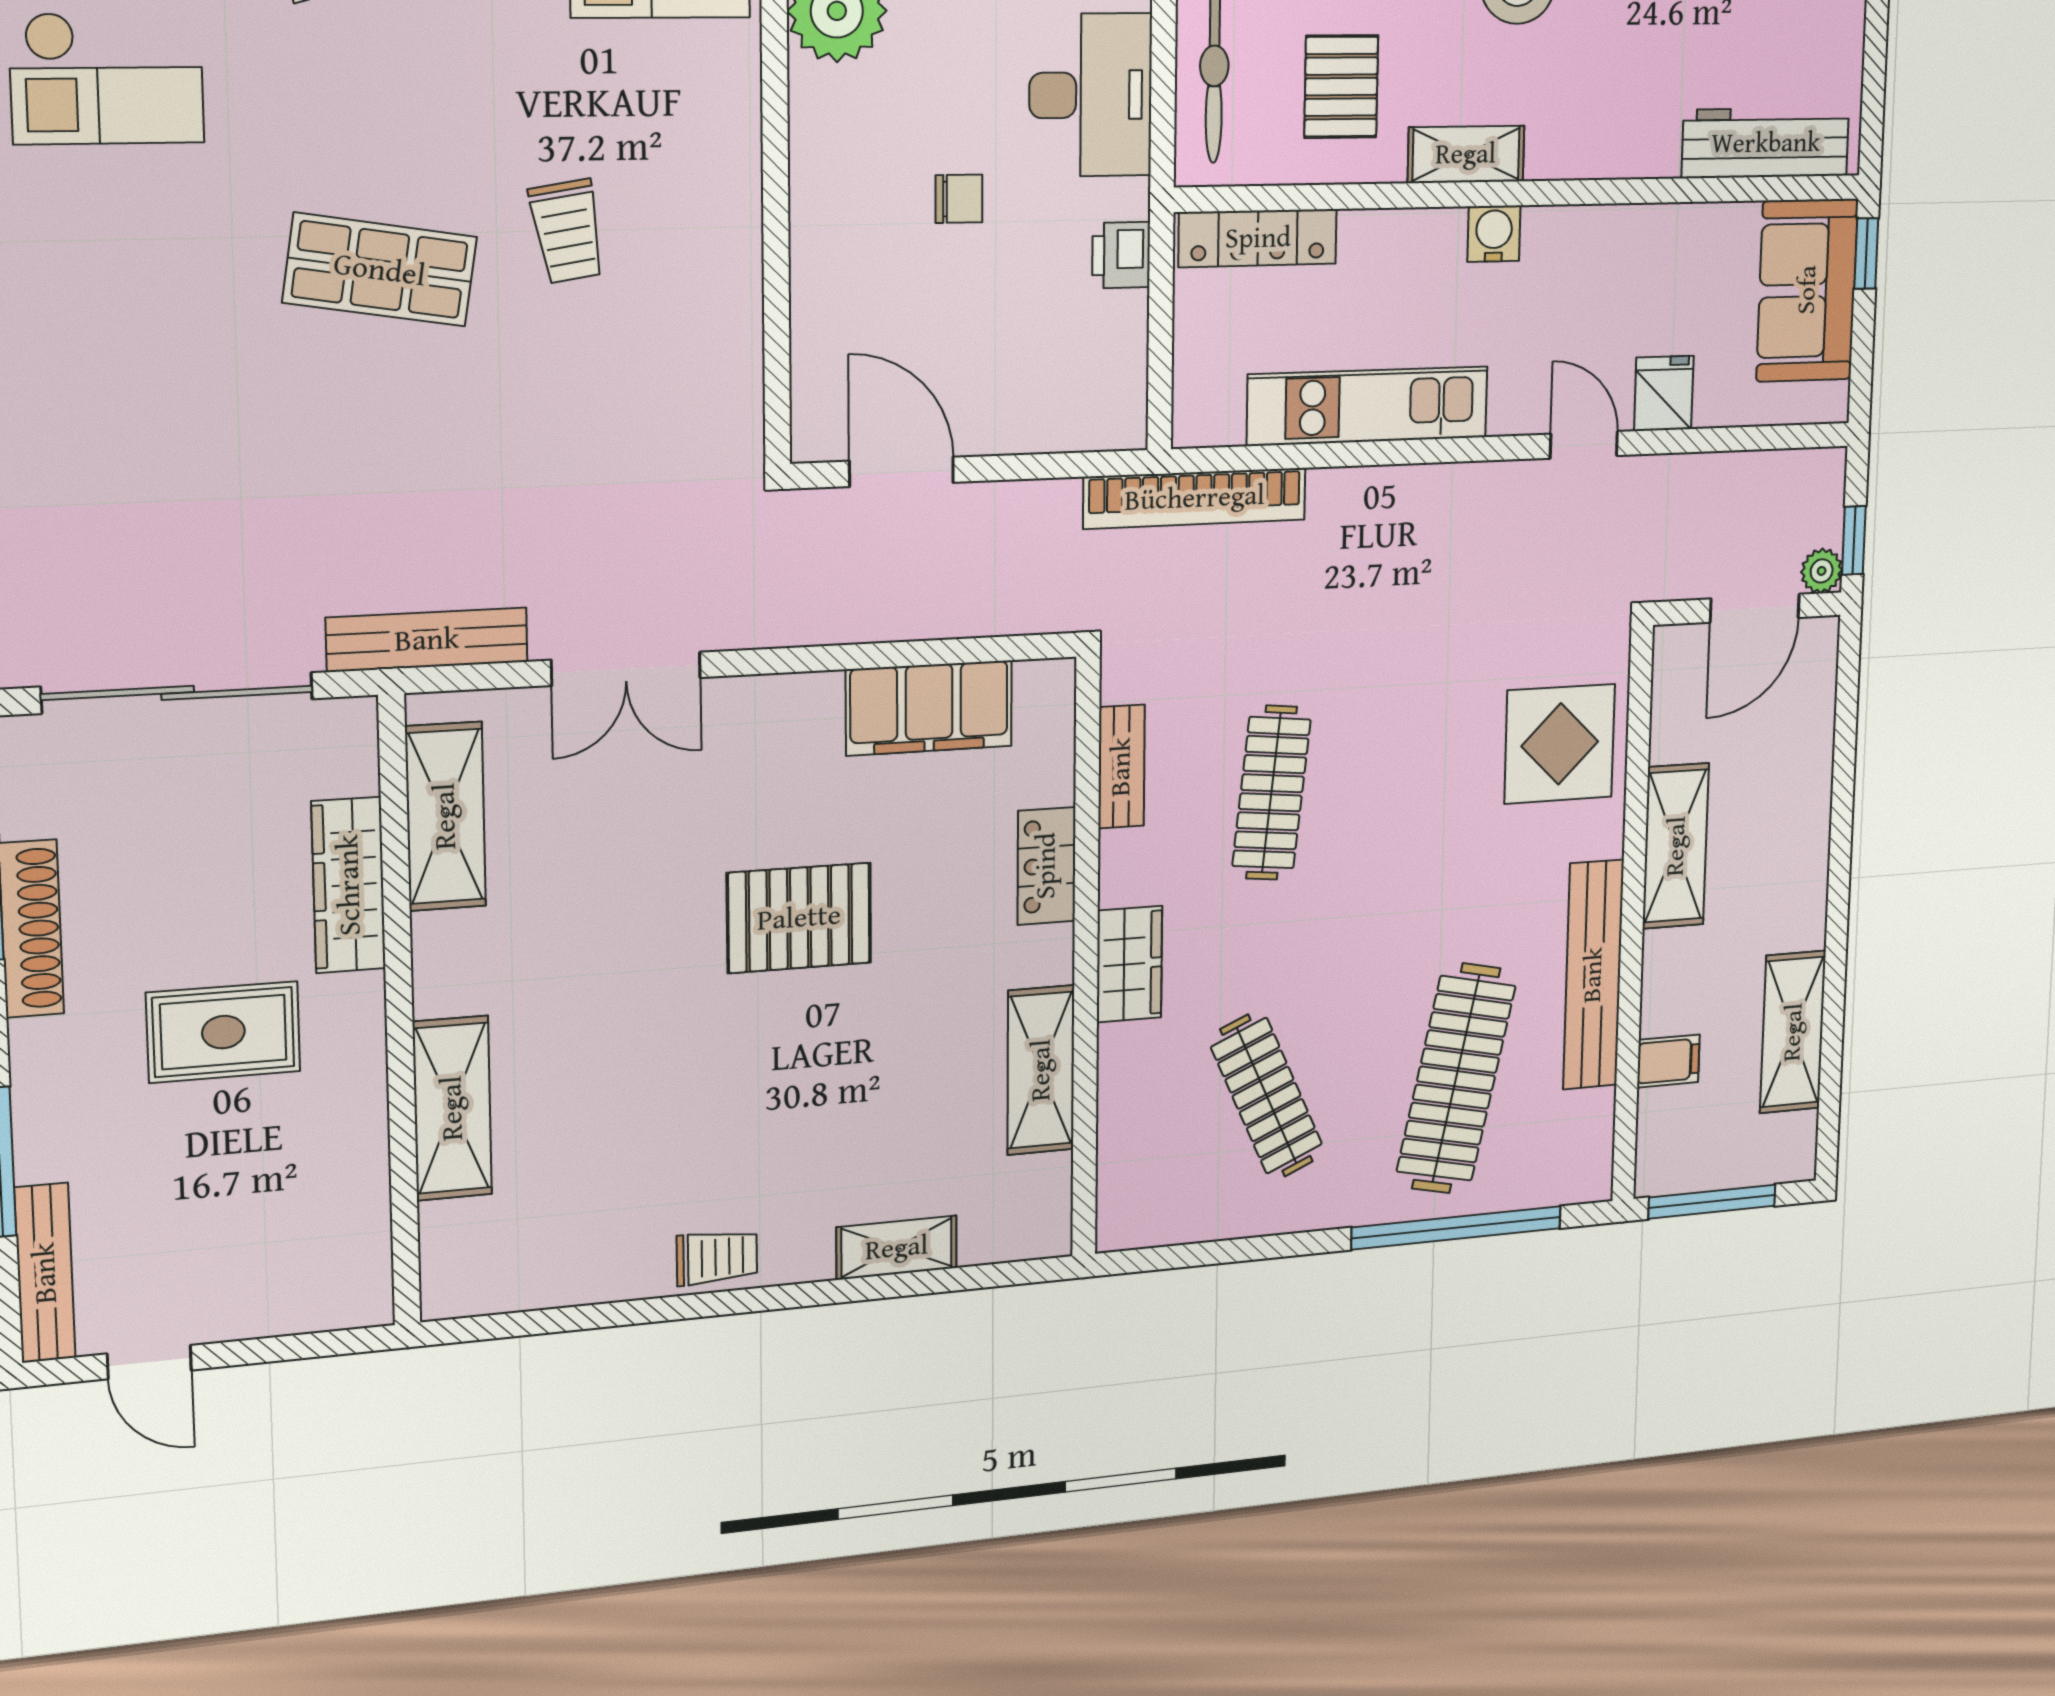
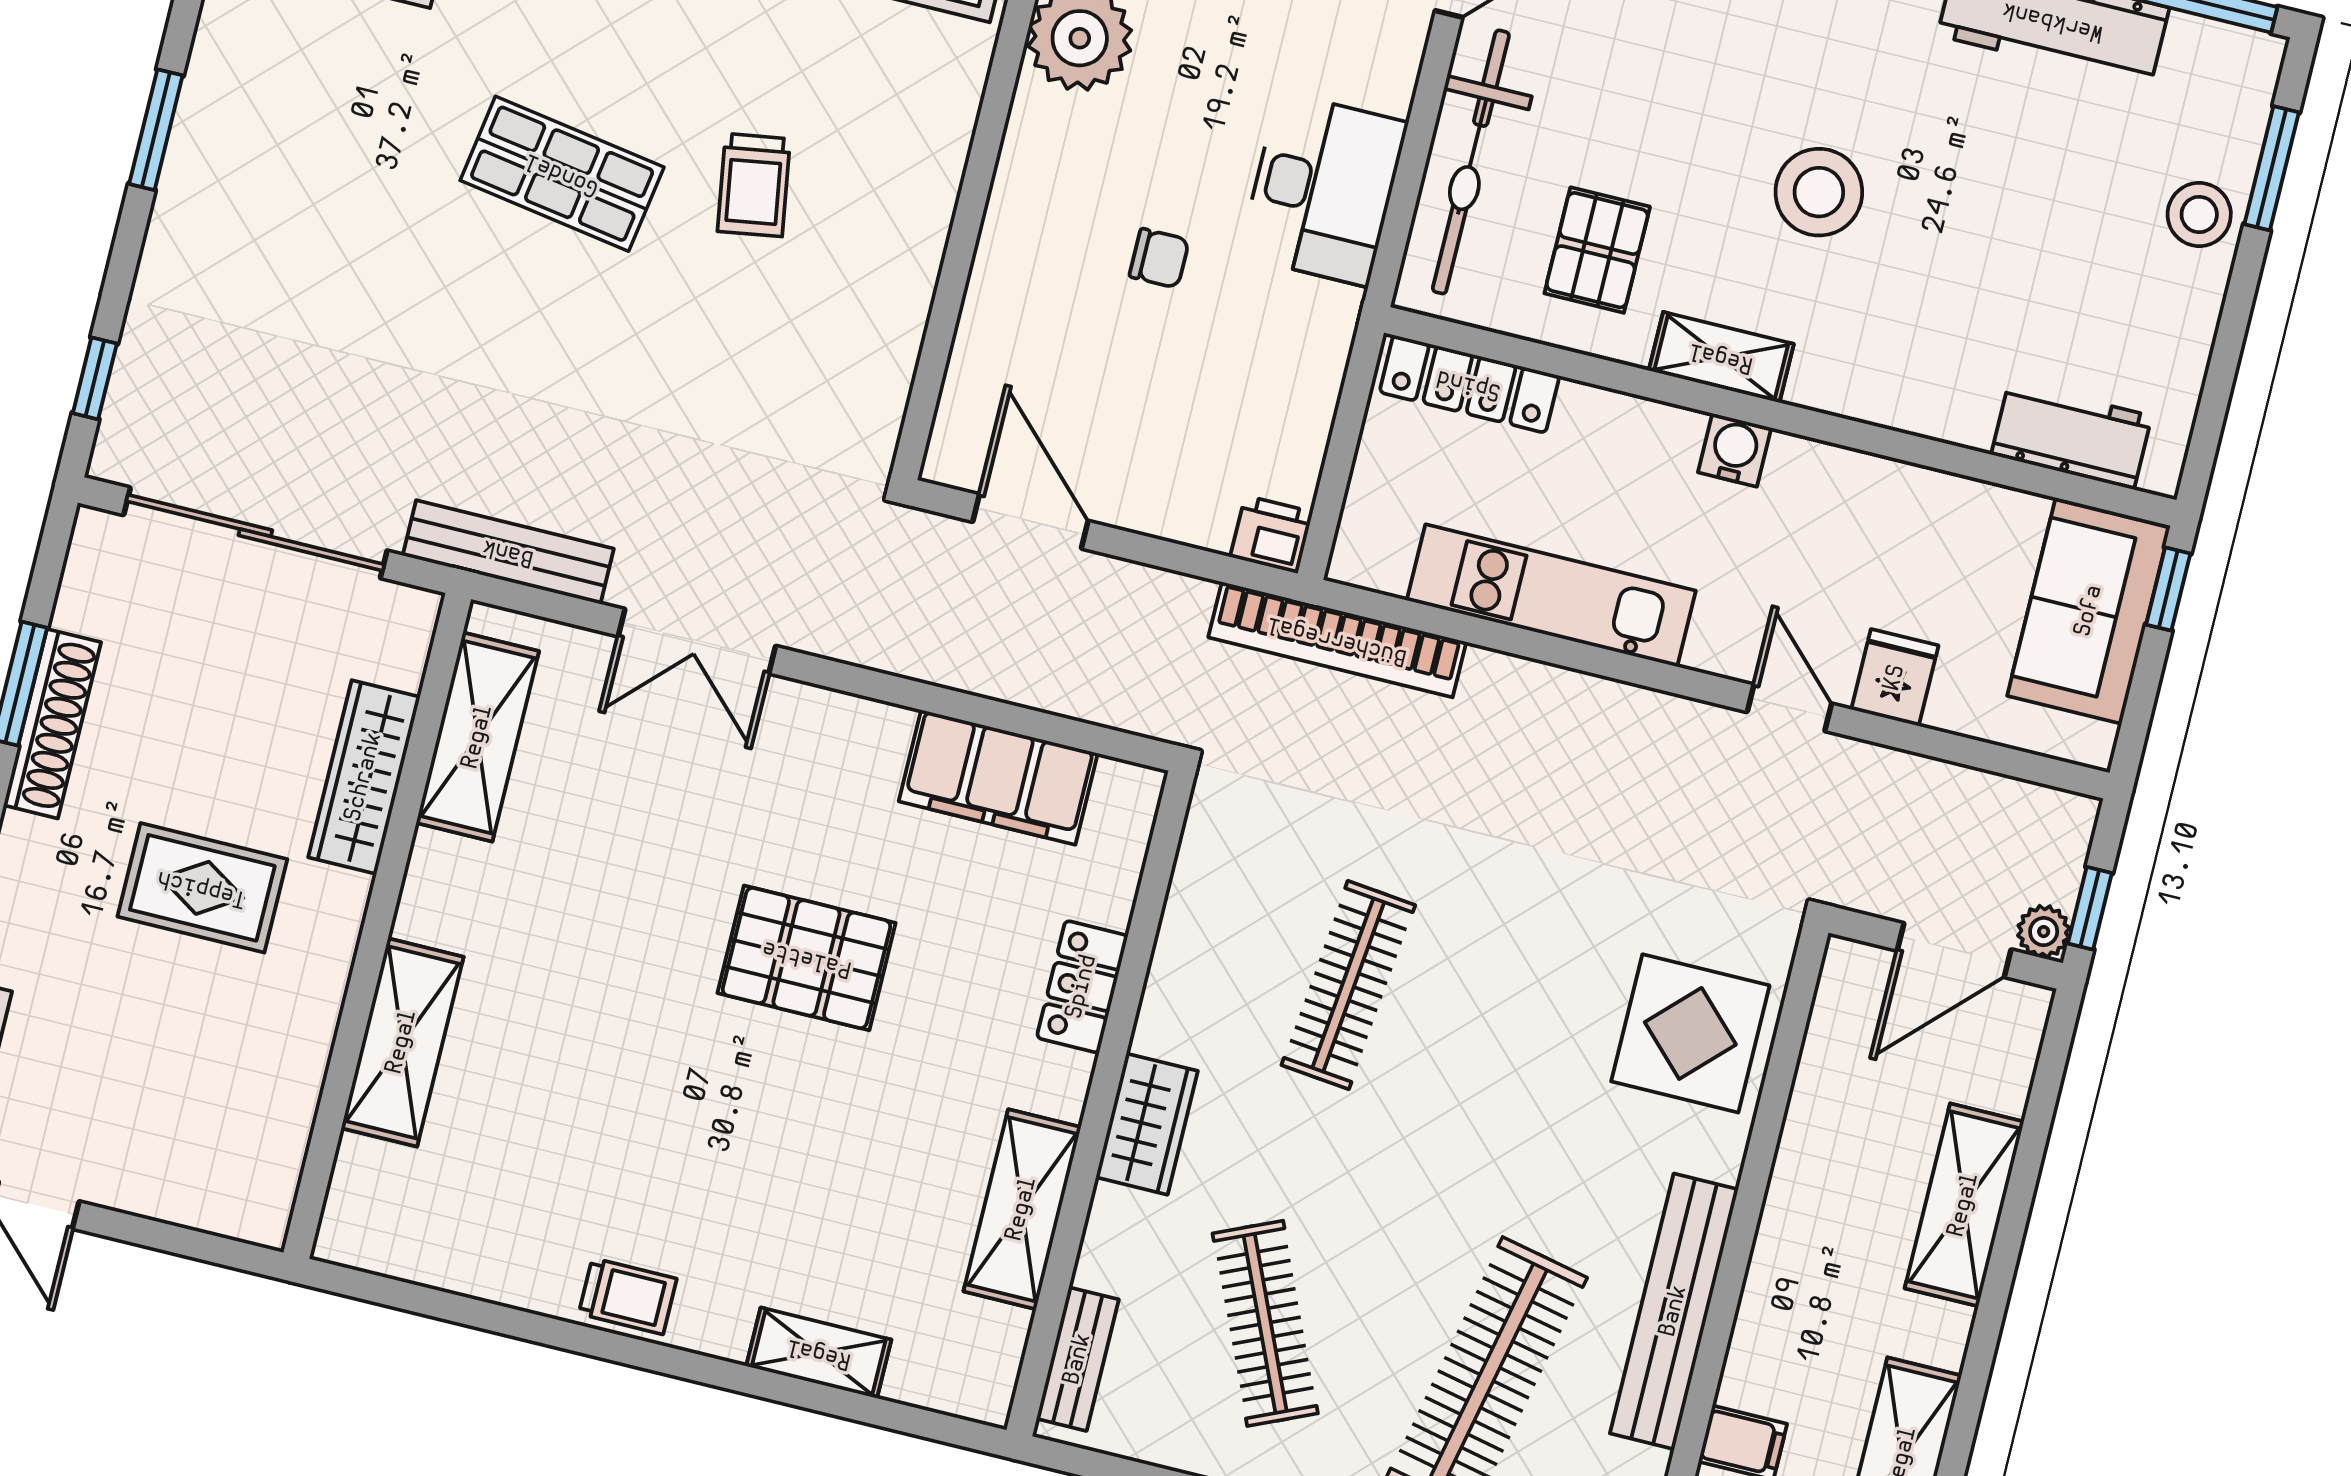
workbench: (1766, 143) -> (2071, 435), width x0.73
printer: (1121, 255) -> (1271, 534), moved, turned 90
bench: (1121, 767) -> (1078, 1359), moved
shelving: (1676, 846) -> (1964, 1205), moved

